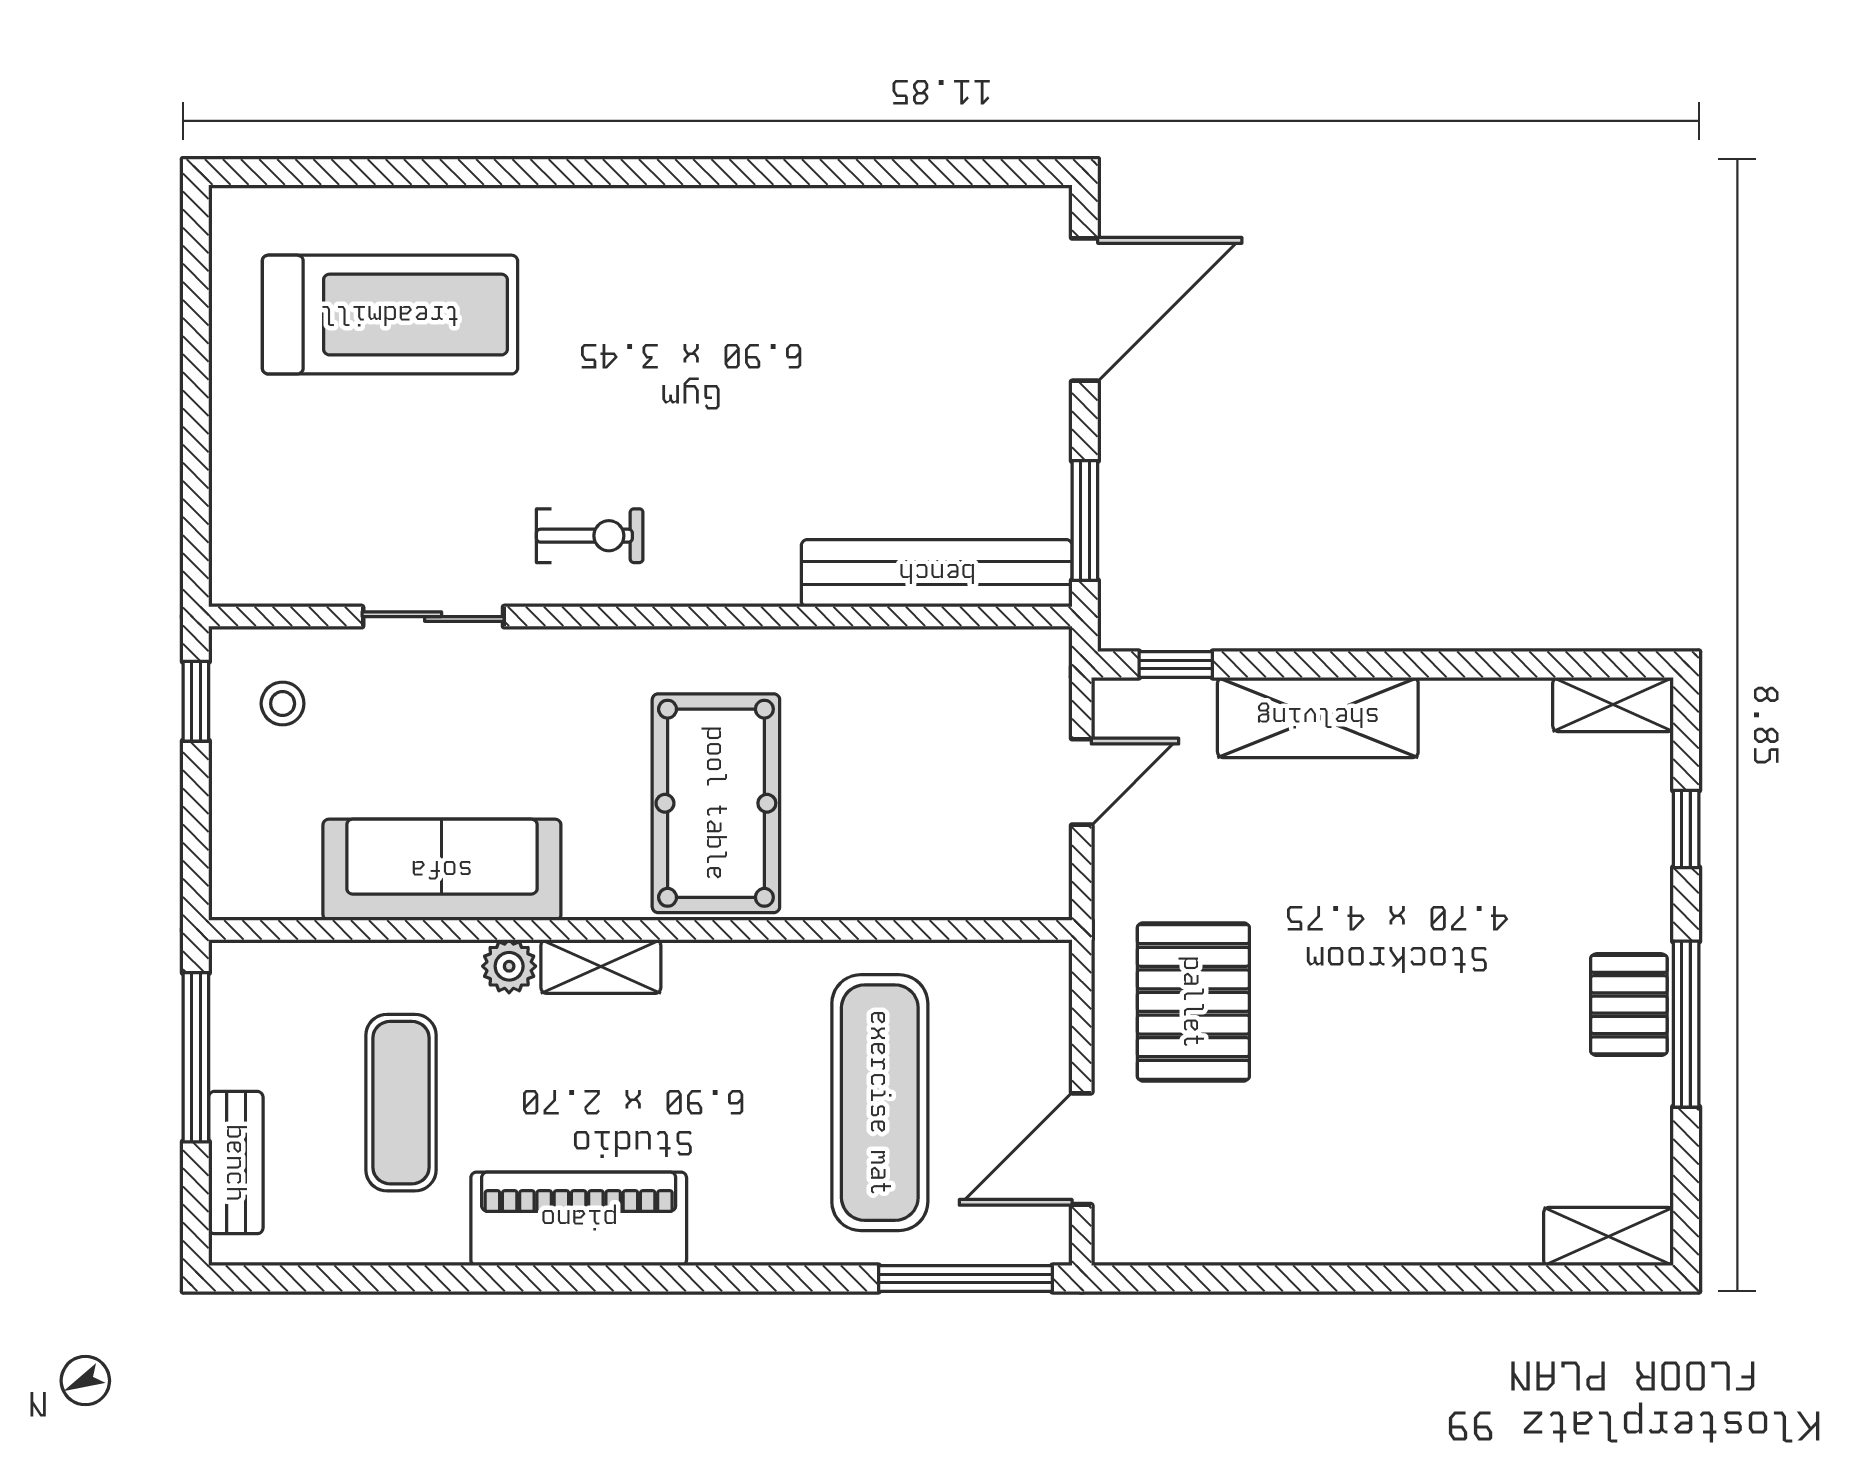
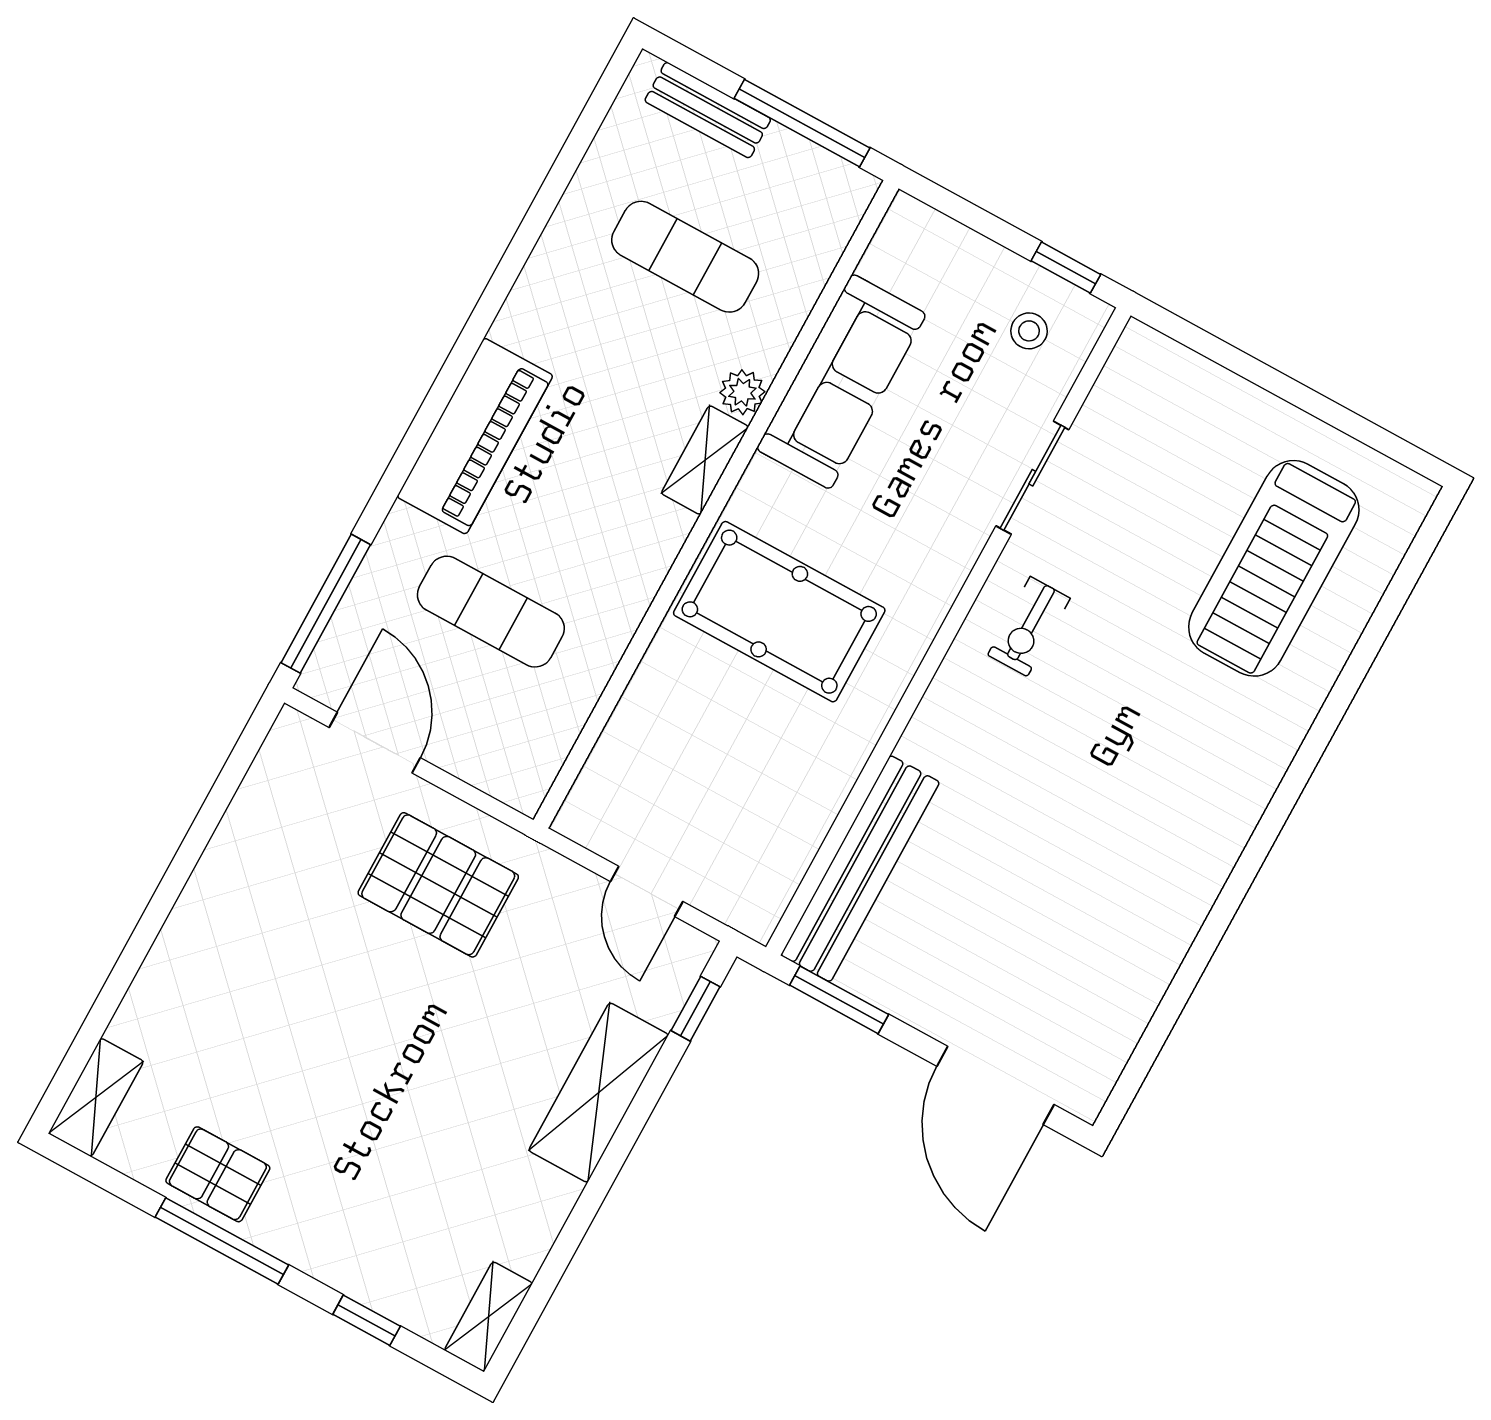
pallet: (1629, 1005) -> (218, 1174), moved
exercise mat: (880, 1103) -> (491, 612), width x0.73, depth x0.69
piano: (579, 1219) -> (475, 436), moved

